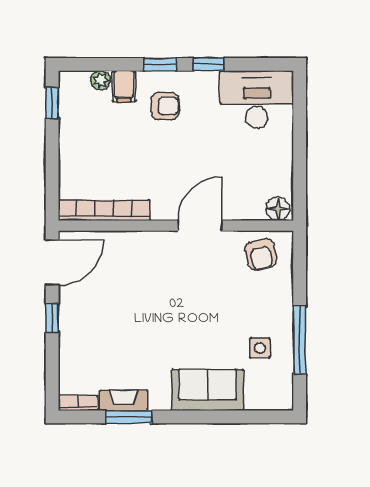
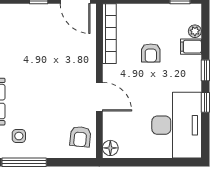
desk: (257, 99) -> (177, 125), width x1.36, depth x1.30
armchair: (165, 106) -> (151, 53), moved
armchair: (261, 255) -> (80, 137), turned -72

